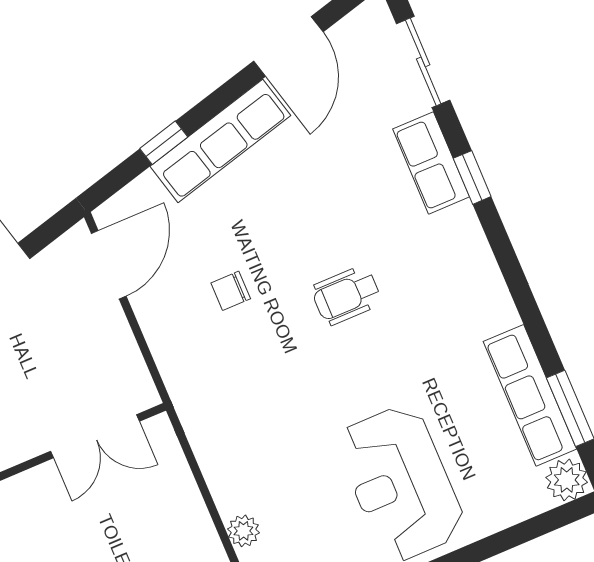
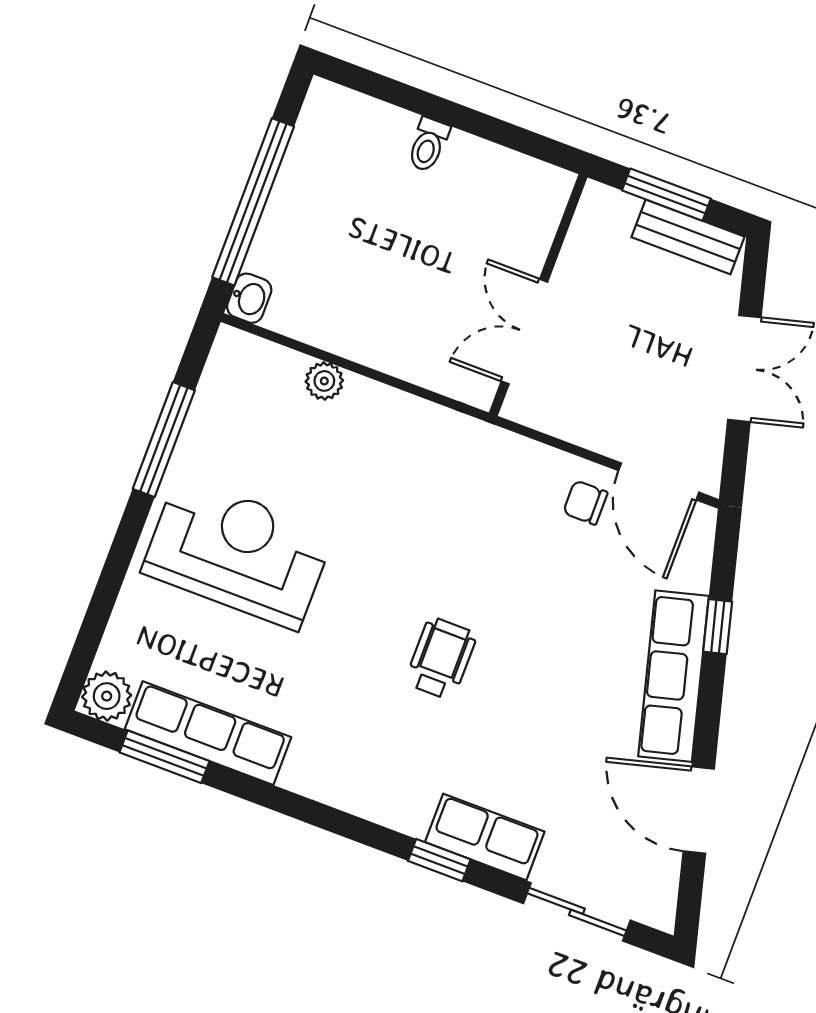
chair: (231, 291) -> (585, 503), moved, turned -90

